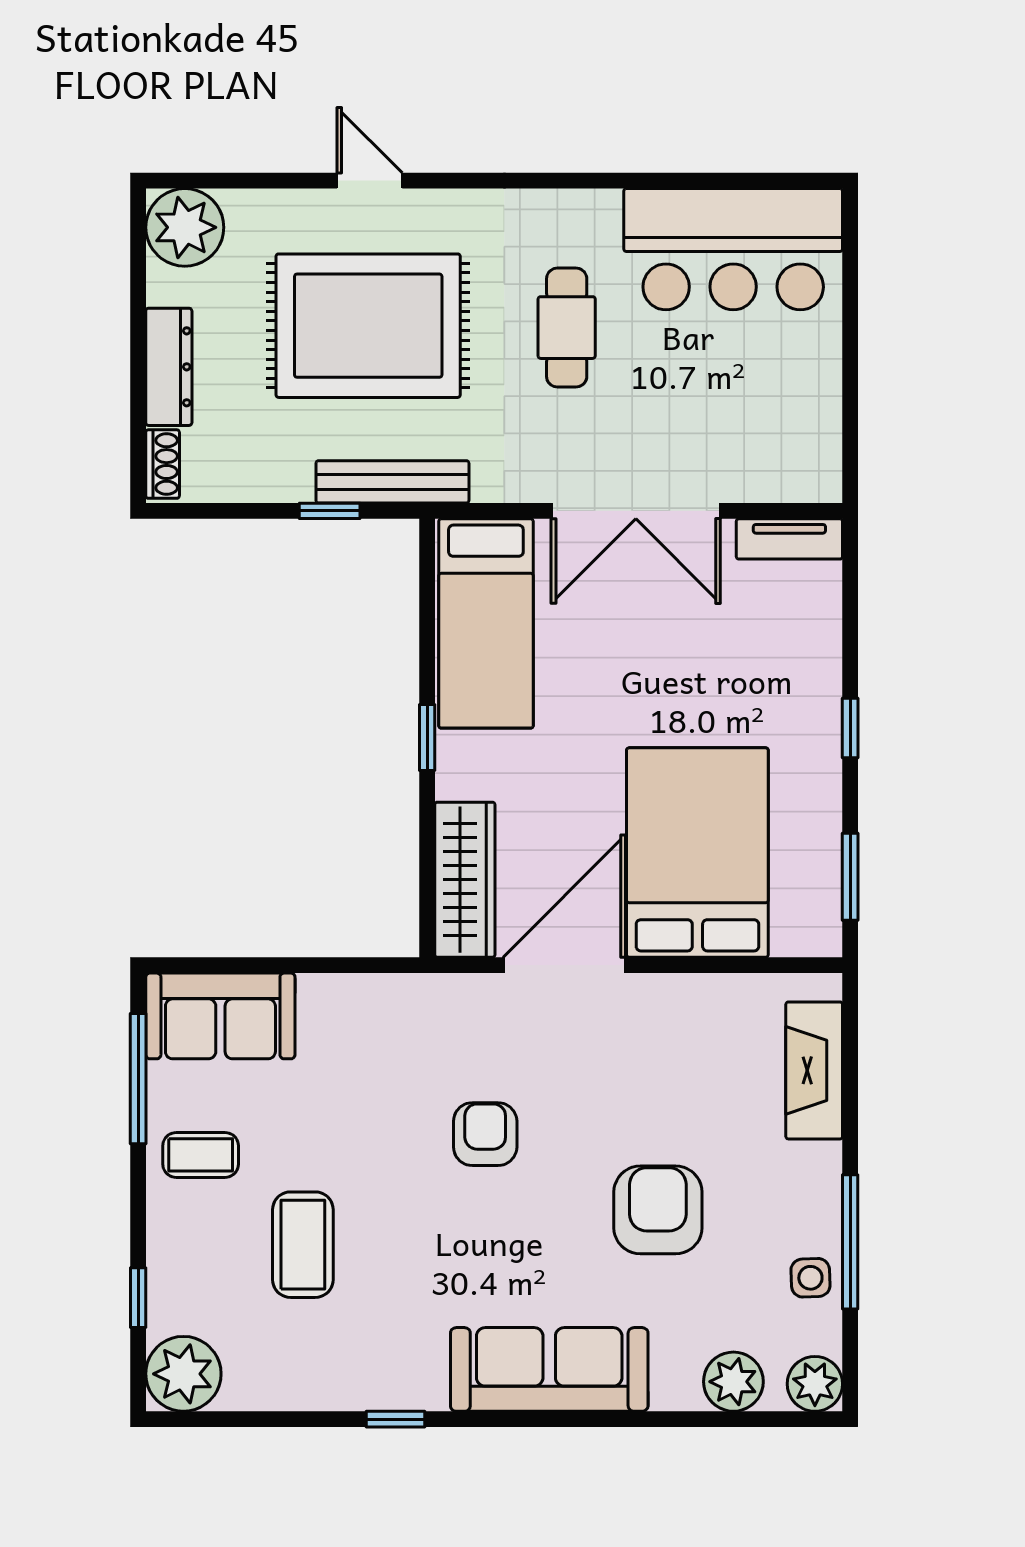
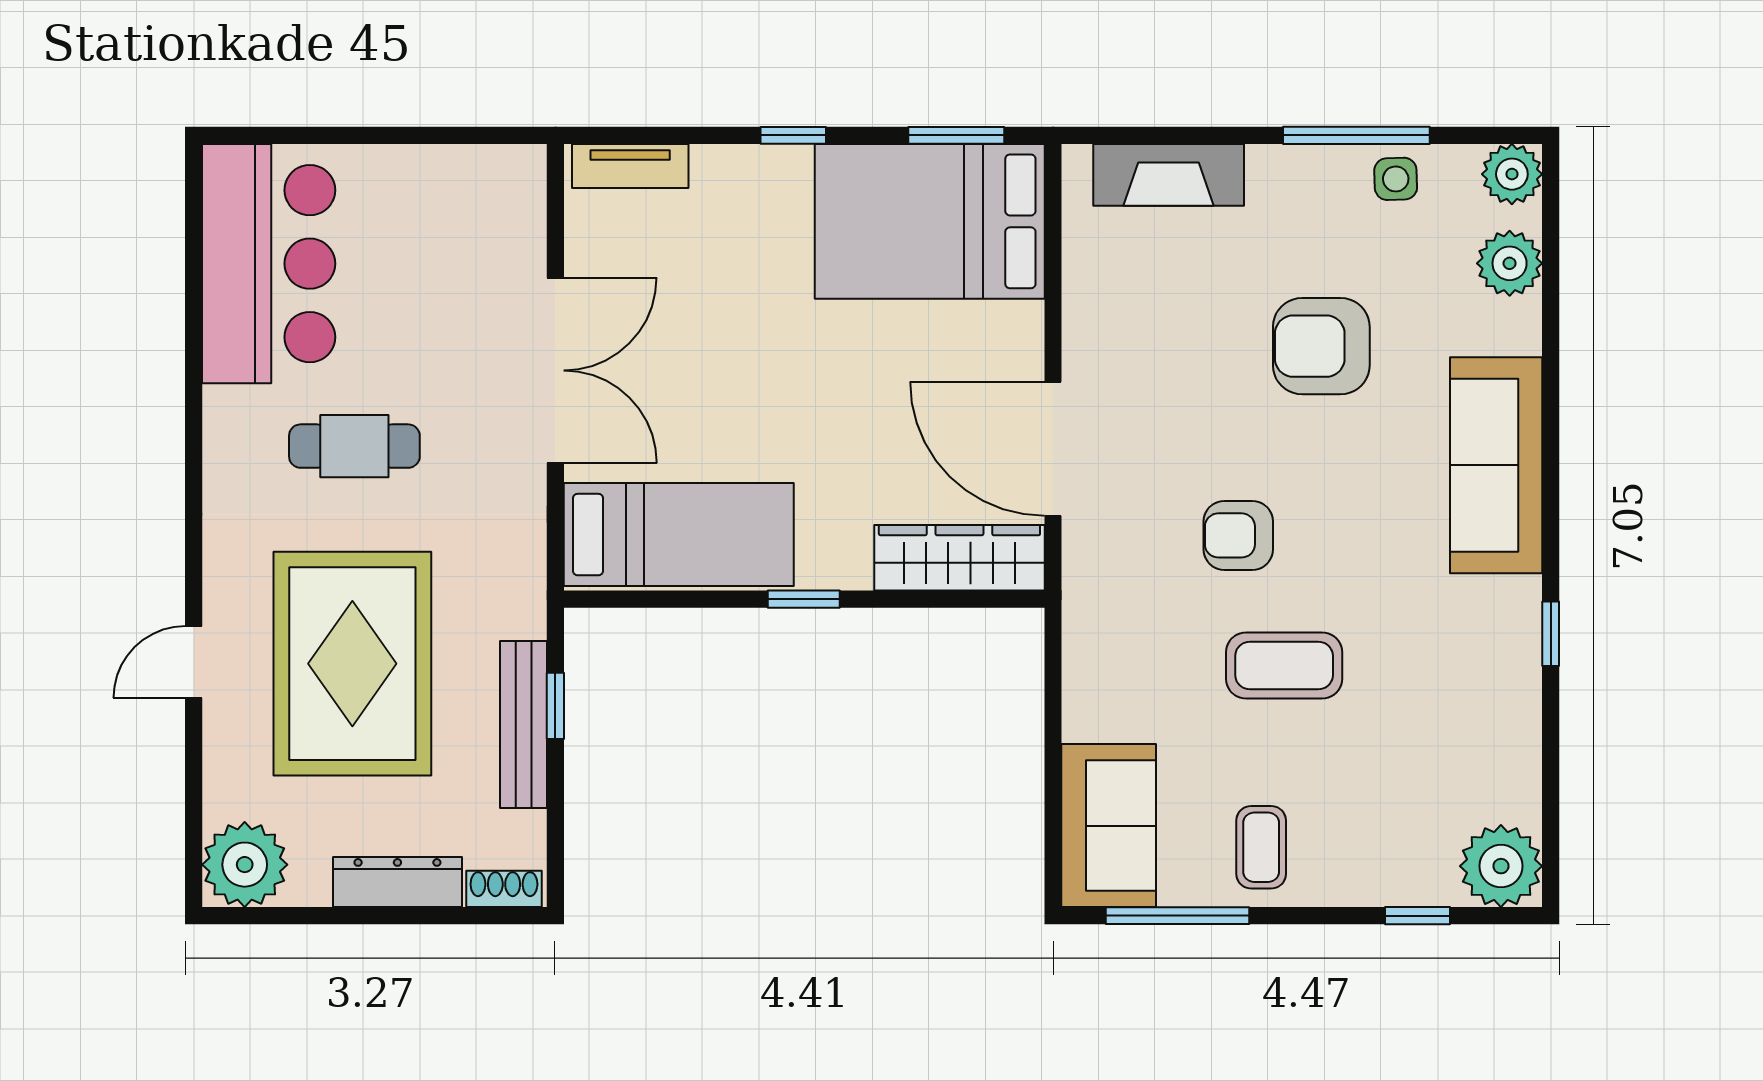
bench: (392, 482) -> (524, 724), moved
tv unit: (789, 539) -> (630, 166), moved, turned 90
bed: (697, 853) -> (930, 221), moved
coffee table: (303, 1245) -> (1284, 666), moved

